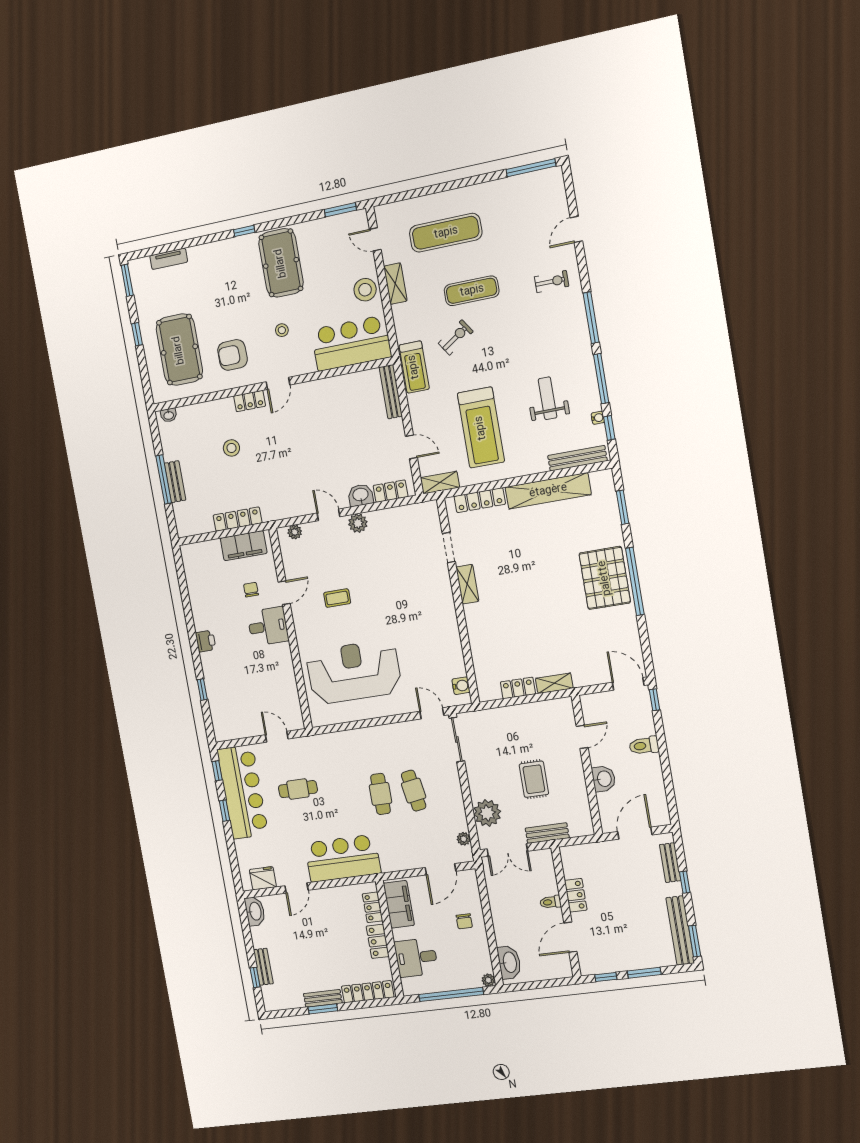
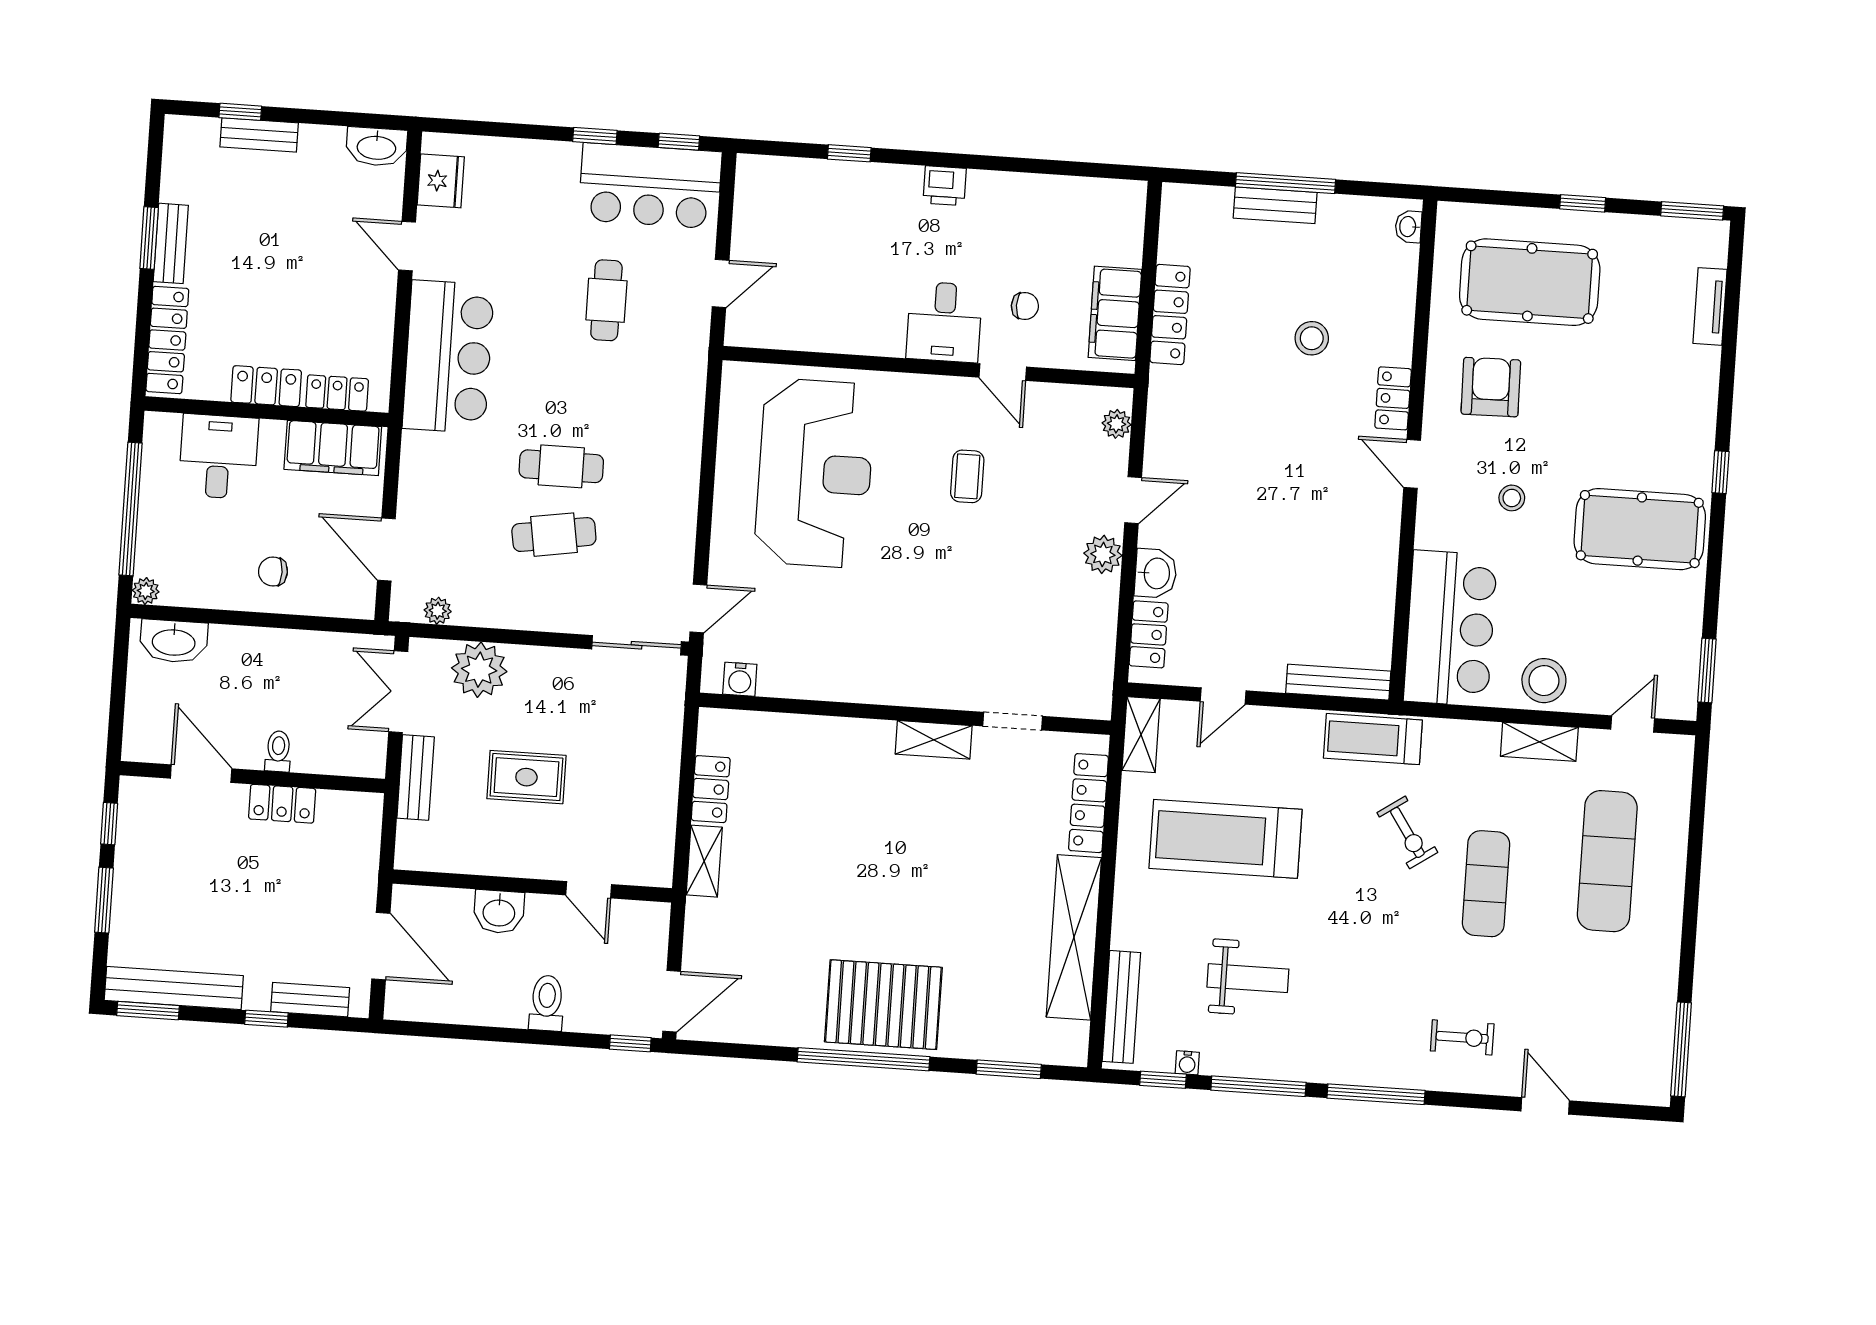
exercise bike: (552, 282) -> (1462, 1037), turned -90
bar counter: (243, 792) -> (650, 186), width x0.73

